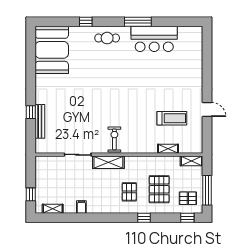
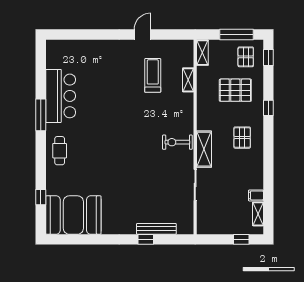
window: (86, 22) -> (41, 197), moved
pallet: (129, 192) -> (242, 138), moved, turned 90
filing cabinet: (81, 207) -> (256, 195), moved

